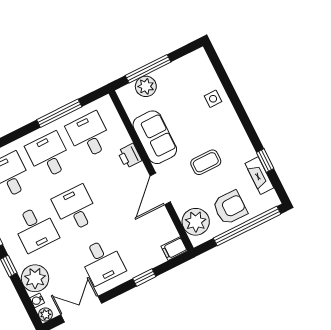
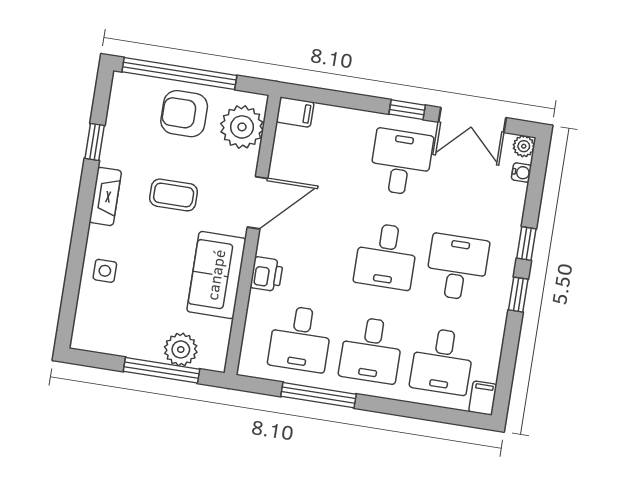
fireplace: (259, 176) -> (105, 196), moved
window: (144, 277) -> (407, 110), moved
plant: (35, 278) -> (504, 203), removed

